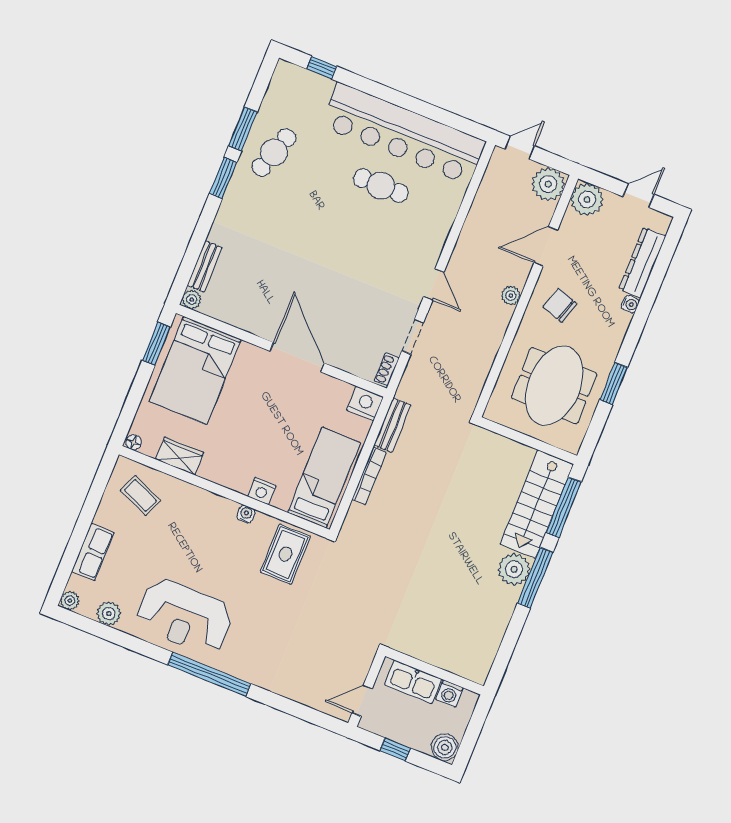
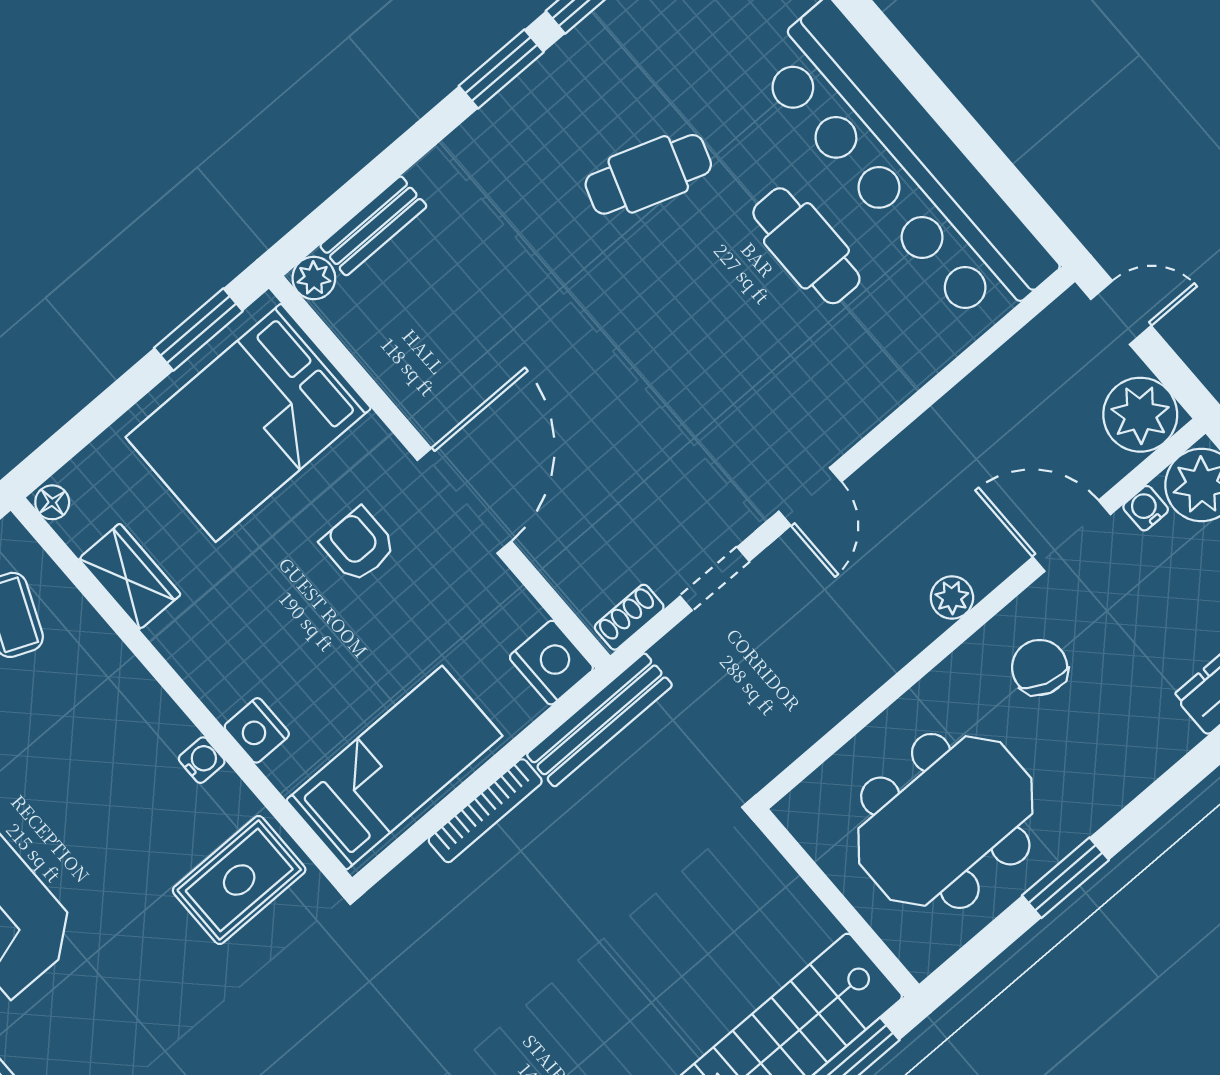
cafe table: (274, 152) -> (648, 174), moved
water cooler: (630, 304) -> (1146, 508), moved, turned 180
armchair: (264, 396) -> (358, 545), added
bench: (392, 425) -> (599, 720), width x1.36

